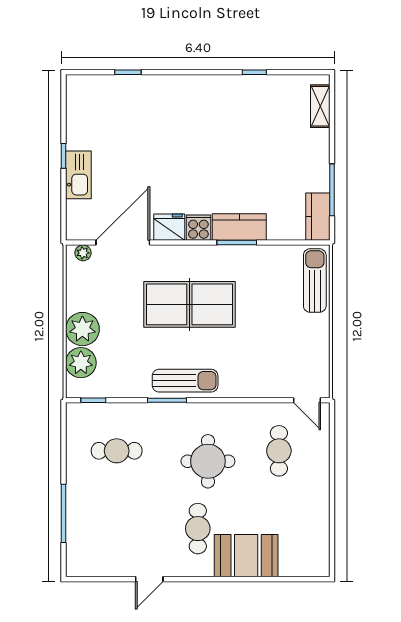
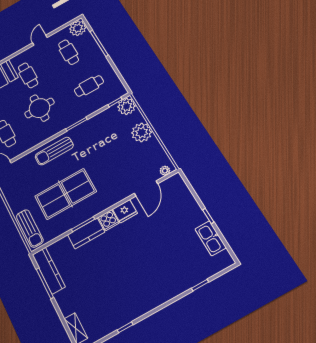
kitchen sink: (78, 175) -> (211, 238), moved
kitchen counter: (318, 217) -> (49, 271), width x1.50
door: (123, 243) -> (146, 188), width x0.73
table tennis table: (189, 304) -> (65, 194), moved
plant: (81, 363) -> (127, 106), moved
sun lounger: (185, 381) -> (54, 151), moved
cafe table: (117, 529) -> (69, 52), added
plant: (81, 562) -> (78, 28), added

